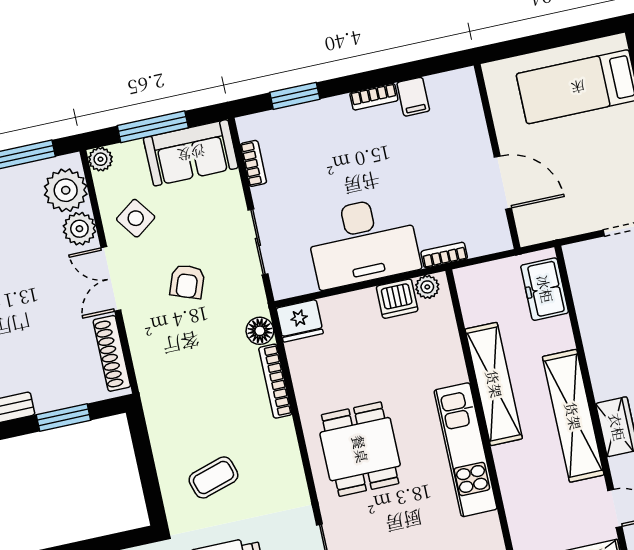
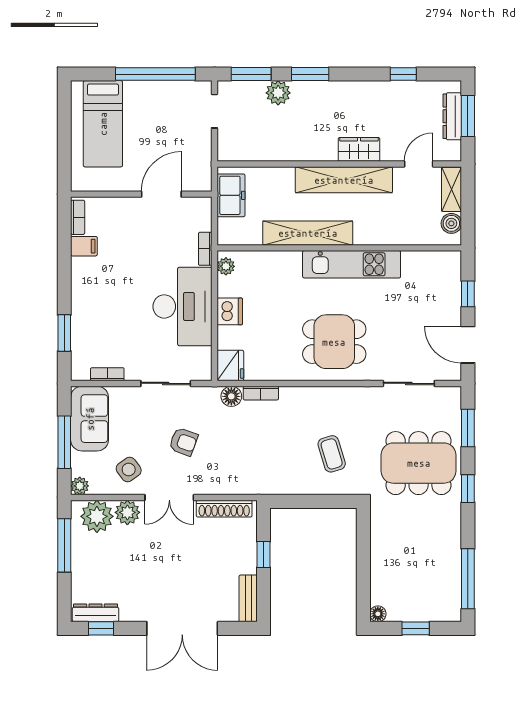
bookcase: (374, 97) -> (78, 217), moved
freezer: (545, 289) -> (231, 195), moved, turned -90
dishwasher: (397, 299) -> (230, 311), moved
bookcase: (275, 381) -> (261, 393), width x0.64
window: (63, 417) -> (264, 555), width x0.67

